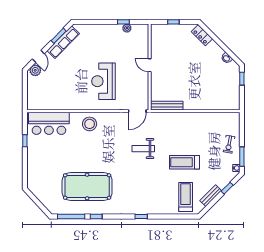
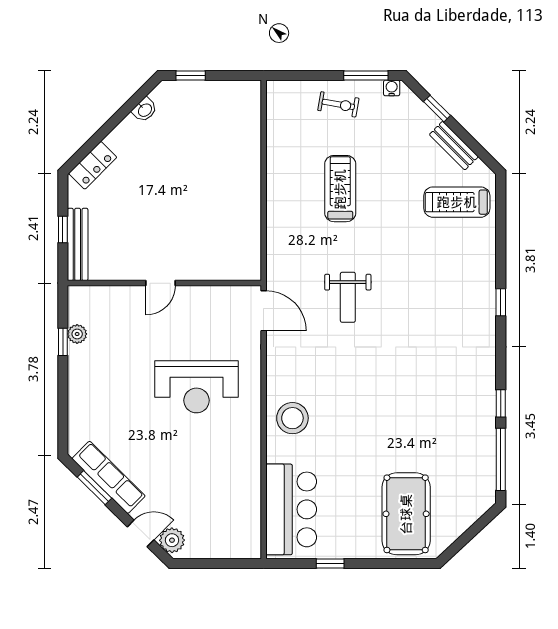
bench: (167, 106) -> (78, 244), moved
treadmill: (184, 162) -> (340, 189), moved, turned 180
pool table: (87, 187) -> (406, 514), moved, width x0.73, depth x0.76

